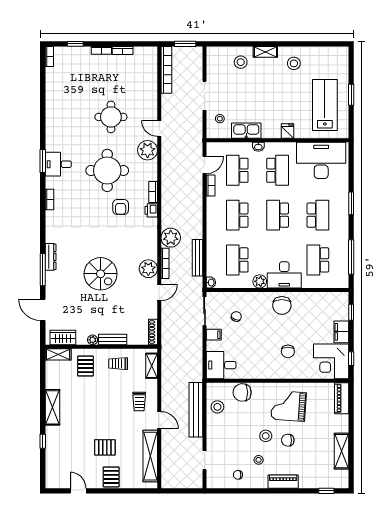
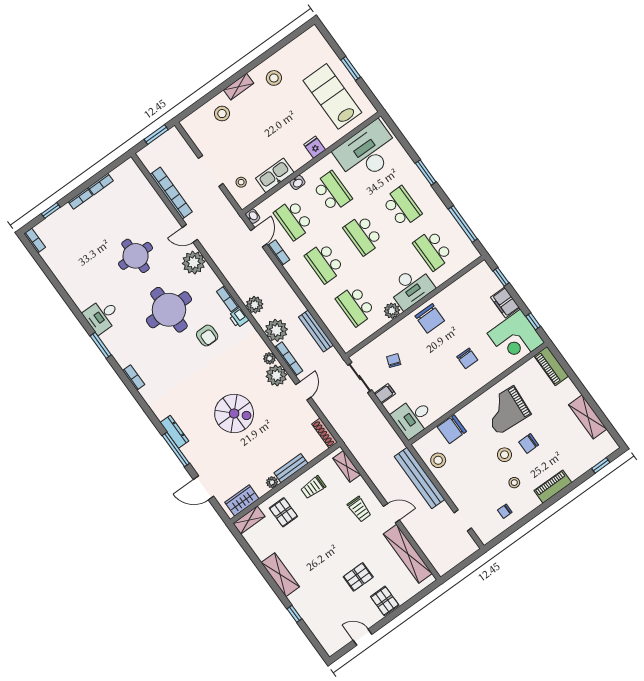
bookcase: (166, 70) -> (171, 193), moved
desk: (58, 164) -> (102, 316), moved
plant: (168, 209) -> (255, 305), added
plant: (152, 254) -> (270, 358), added
washbasin: (211, 283) -> (253, 216), moved

